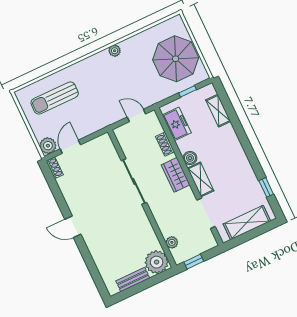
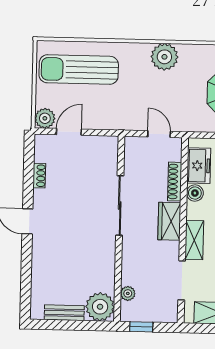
plant: (115, 51) -> (164, 57), width x1.88, depth x1.88
sun lounger: (55, 98) -> (79, 70), width x1.36, depth x1.34
shoe rack: (165, 144) -> (175, 182), width x1.43
boiler: (190, 158) -> (195, 193), moved
shoe rack: (55, 168) -> (39, 176), moved

